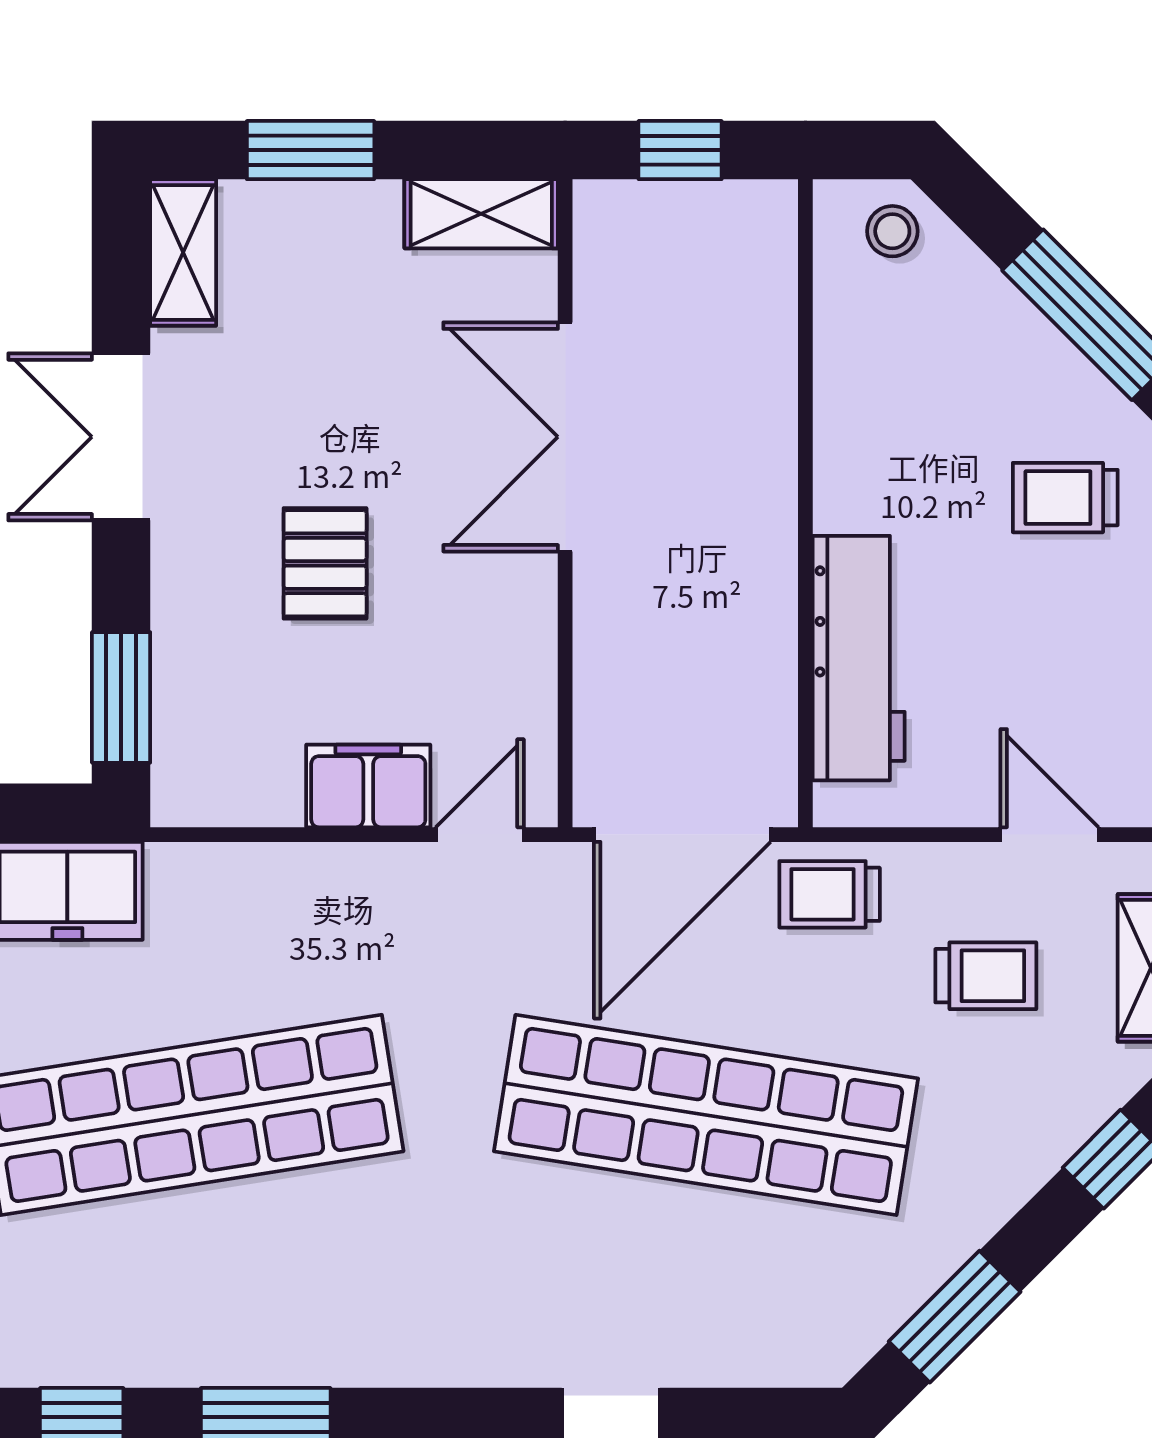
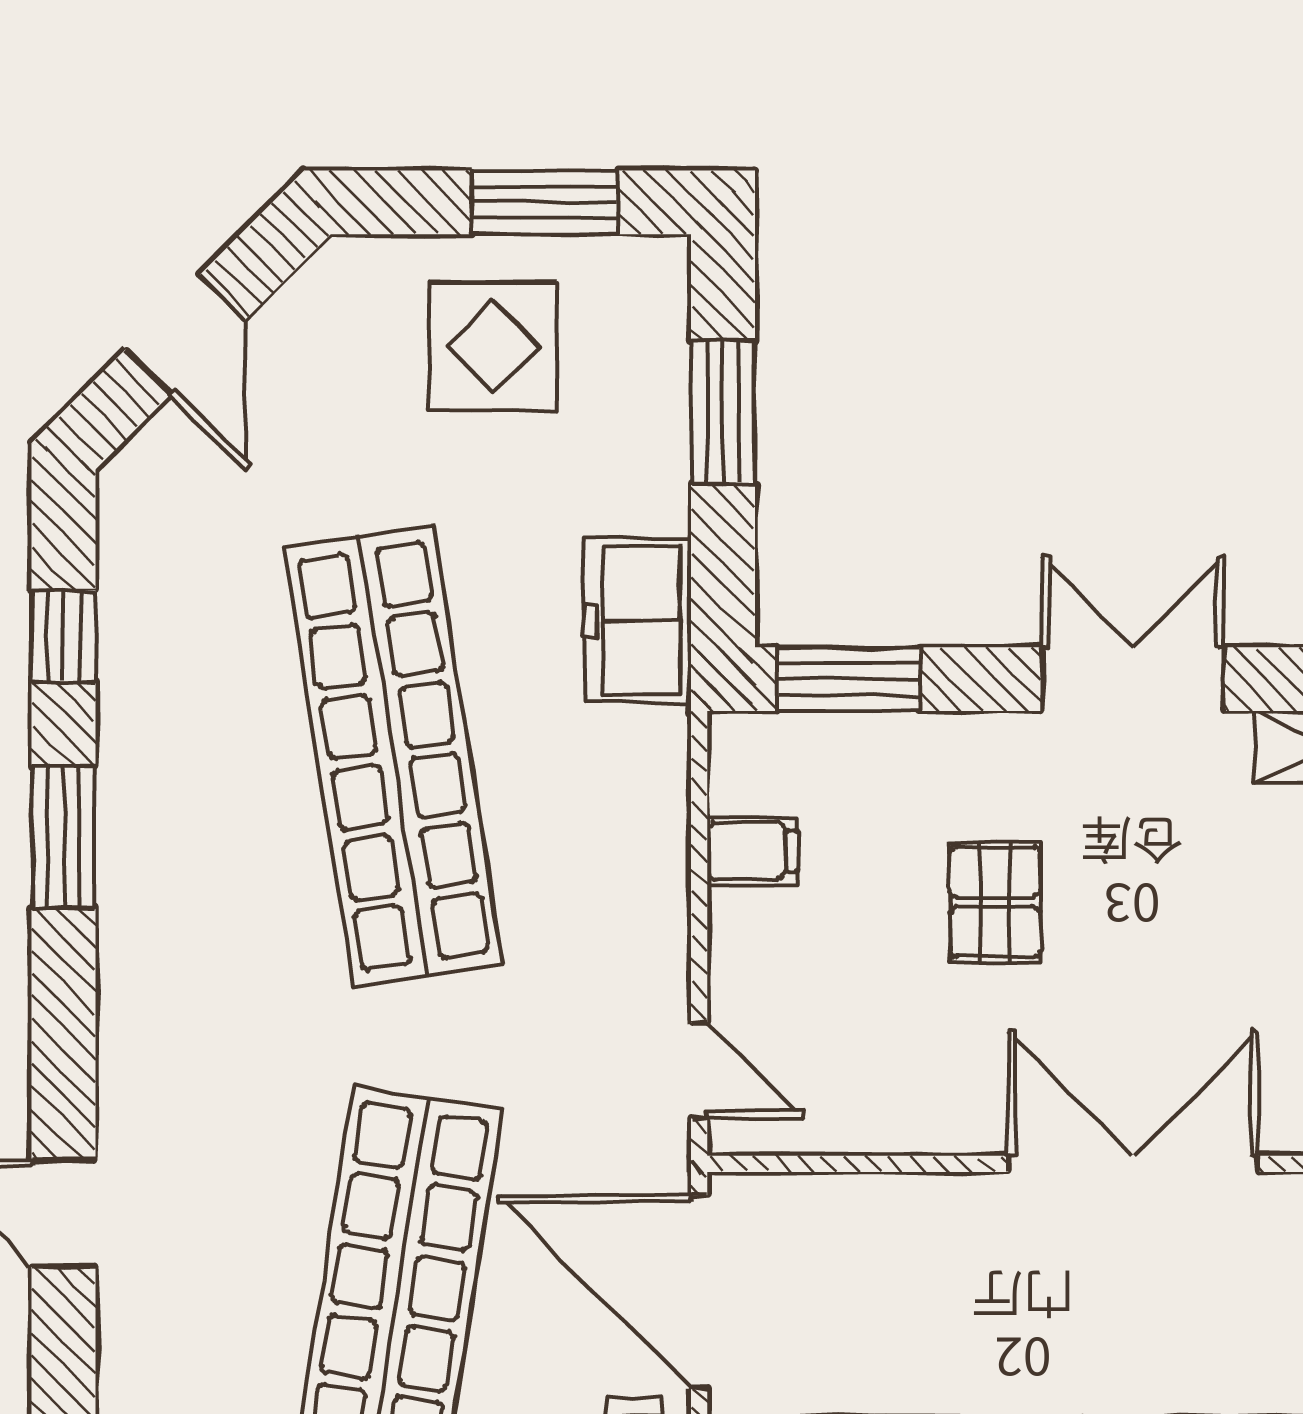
pallet: (325, 563) -> (995, 902), turned 90
filing cabinet: (368, 786) -> (752, 851), moved, width x0.50

